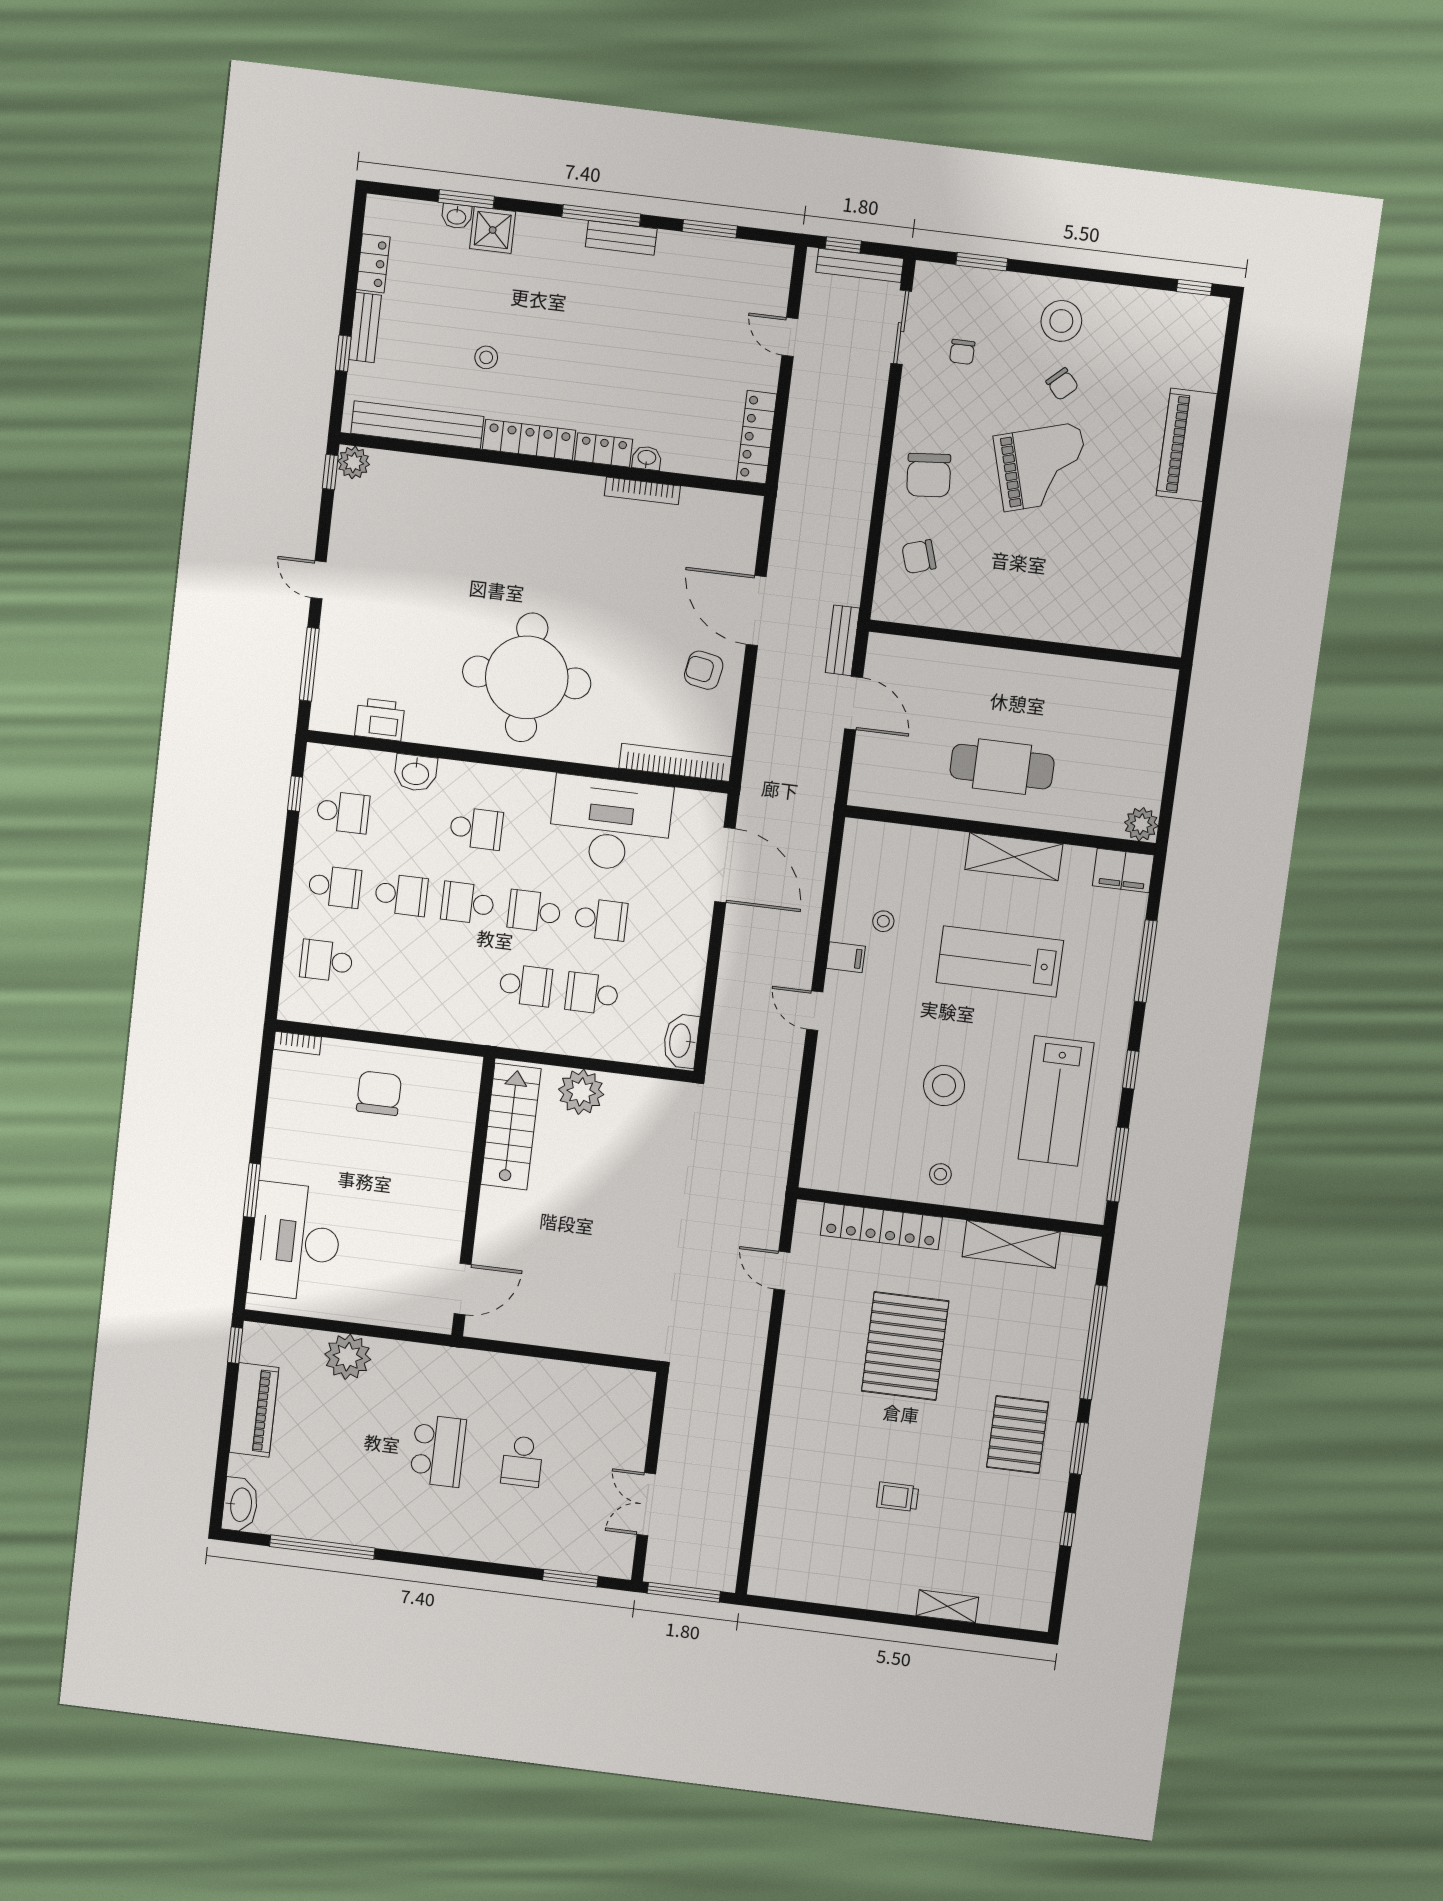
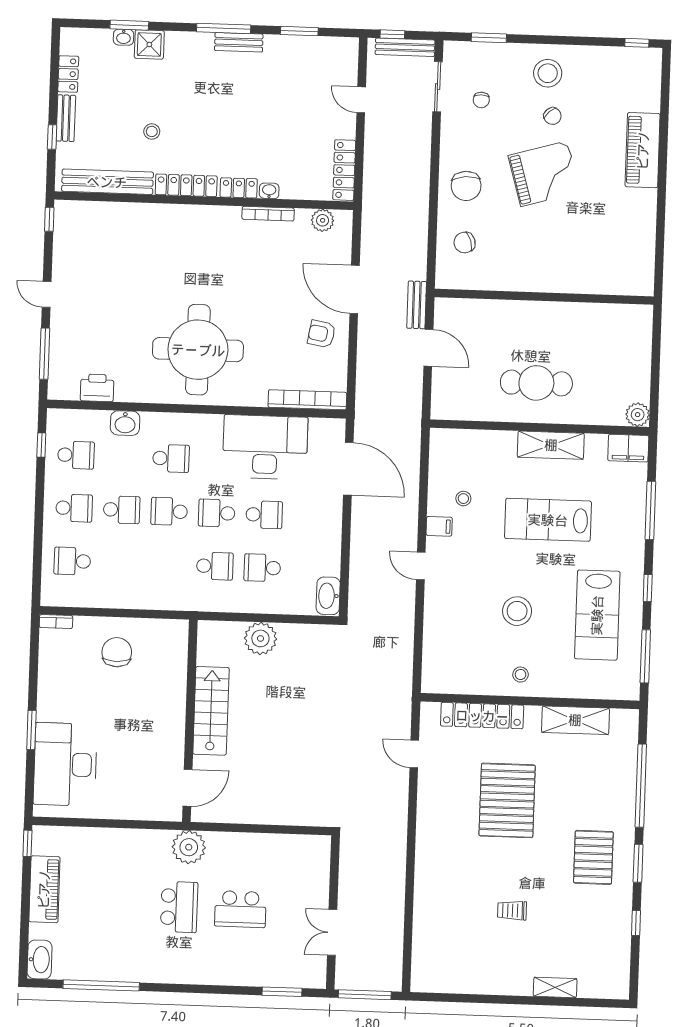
plant: (354, 463) -> (323, 220), moved
stairs: (511, 1127) -> (211, 711), moved
plant: (348, 1357) -> (189, 847), moved
school desk: (522, 1461) -> (240, 909), width x1.85

